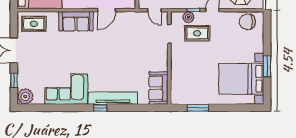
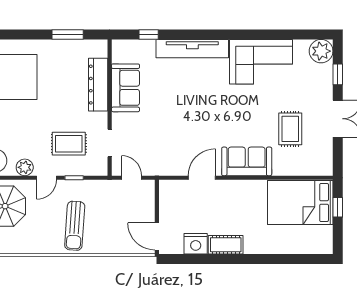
plant: (188, 17) -> (25, 167), moved
rug: (34, 24) -> (290, 129), moved, turned 90
dresser: (177, 74) -> (98, 85), added
sofa: (159, 88) -> (125, 88), moved
window: (100, 108) -> (149, 34), moved

